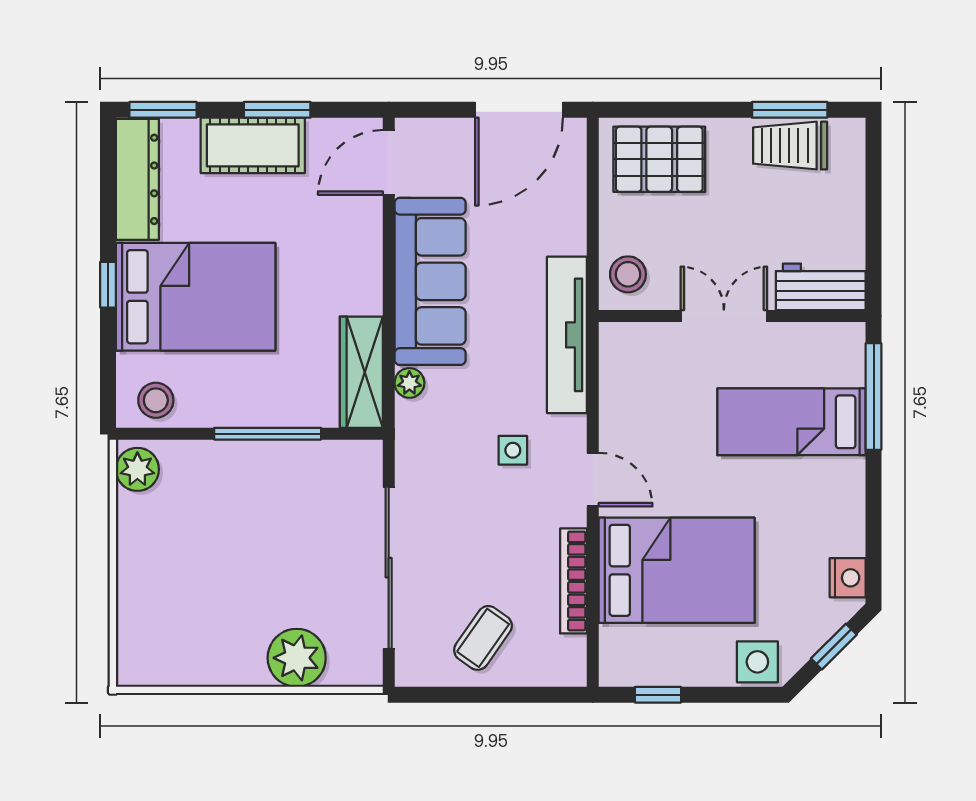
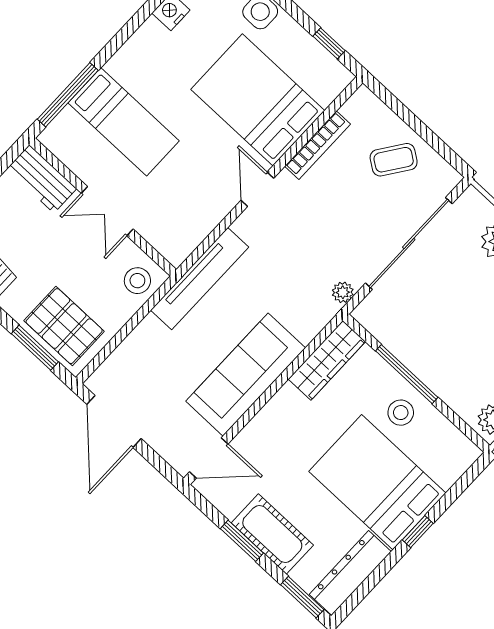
door: (519, 110) -> (114, 421), swing flipped
window: (668, 110) -> (35, 348), added
plant: (409, 383) -> (343, 292), moved
stool: (156, 400) -> (401, 413), moved
side table: (513, 450) -> (285, 244), removed

